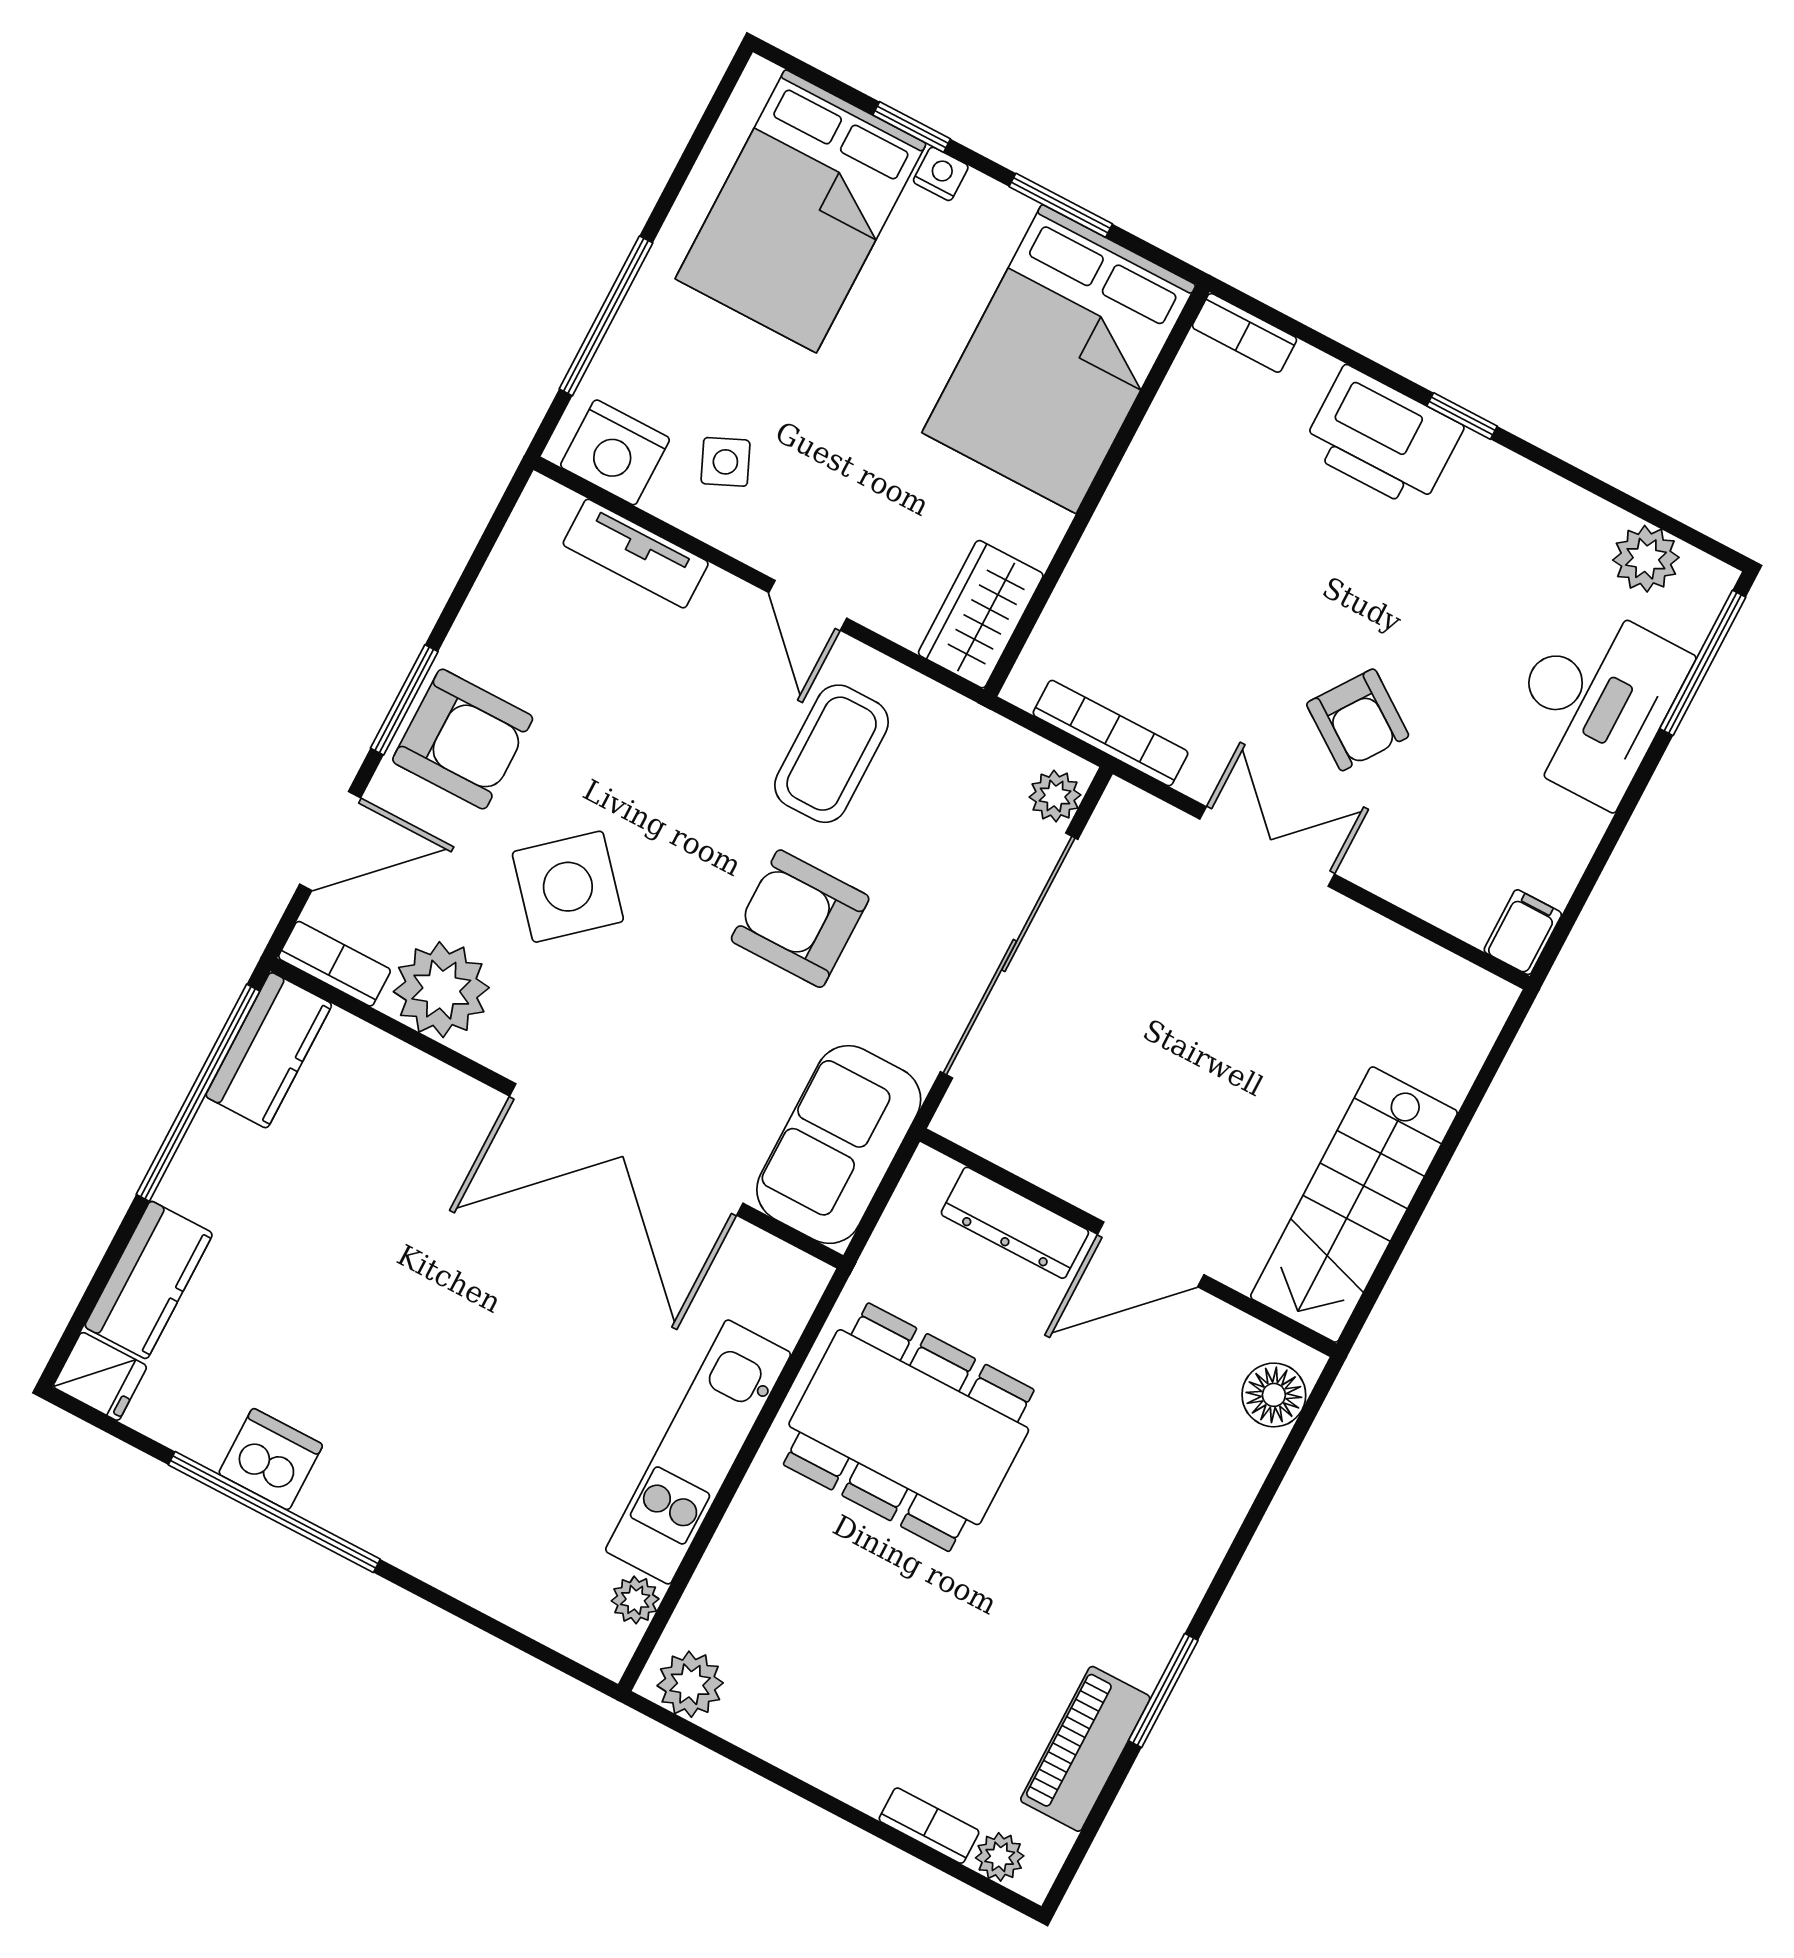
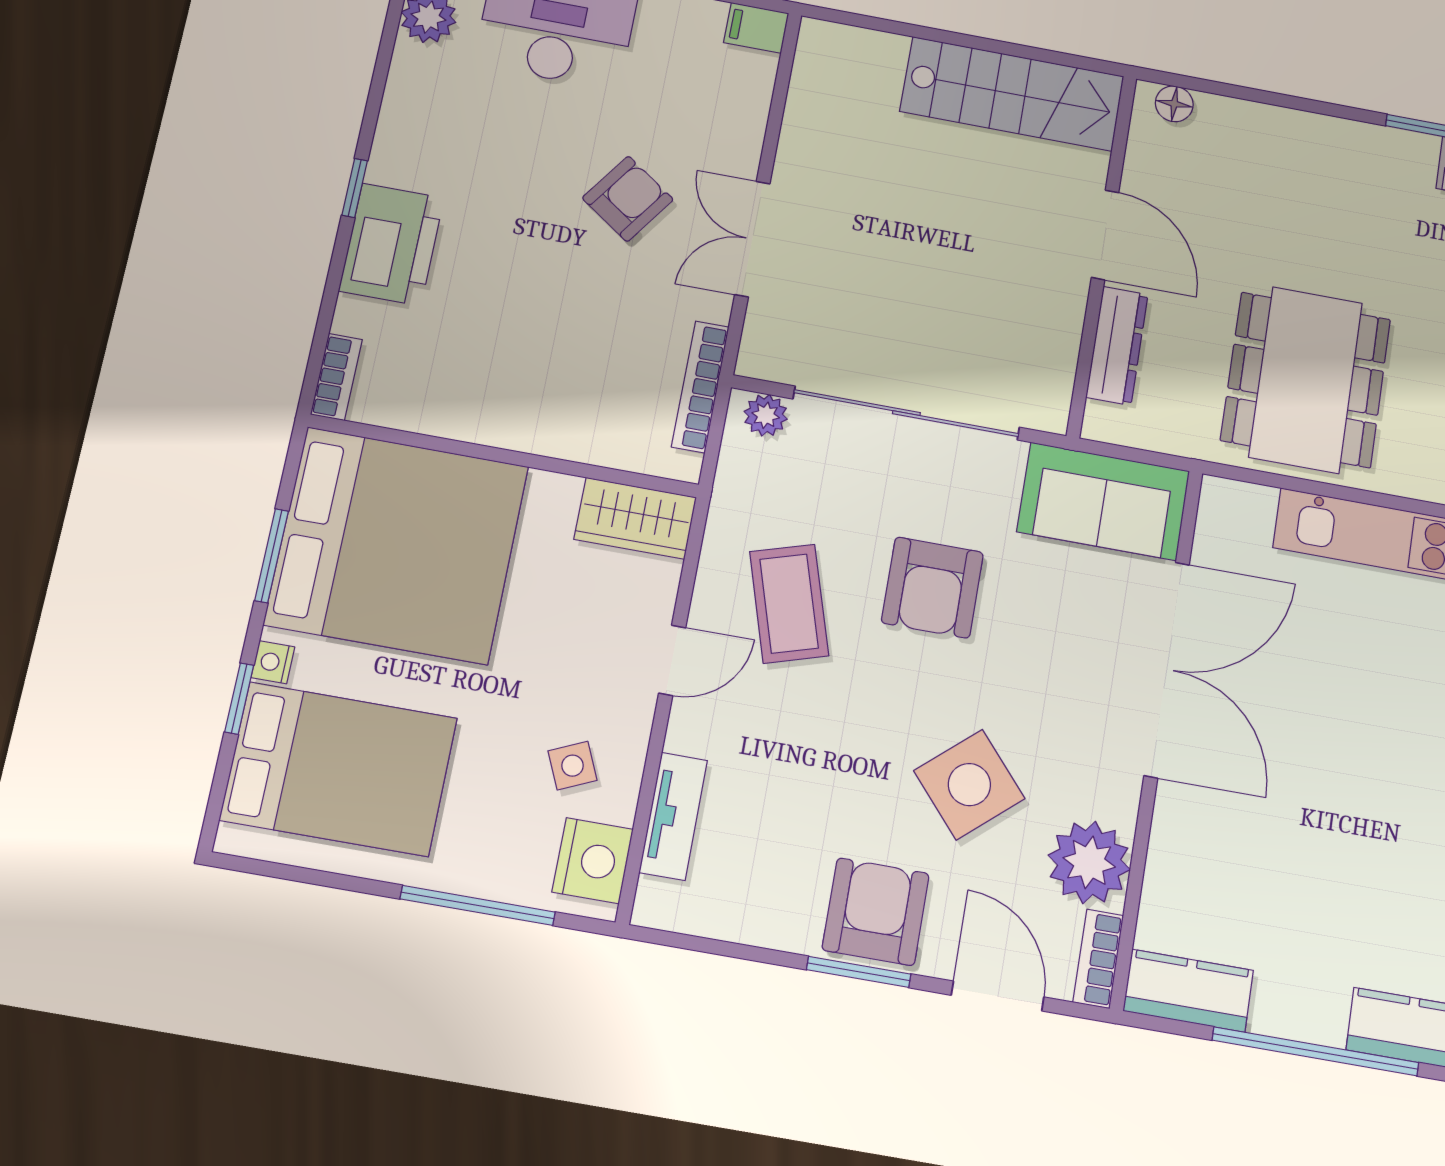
bed: (1059, 359) -> (397, 545), width x1.36
coffee table: (832, 754) -> (789, 604), turned 73
window: (198, 1093) -> (1316, 1051), moved
floor lamp: (1274, 1395) -> (1174, 104), width x0.73, depth x0.73

